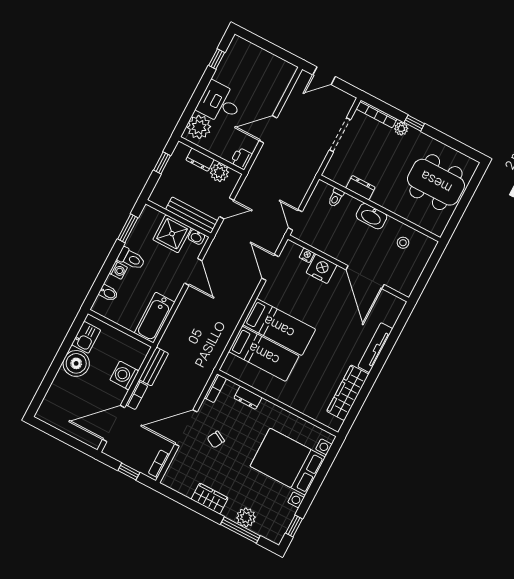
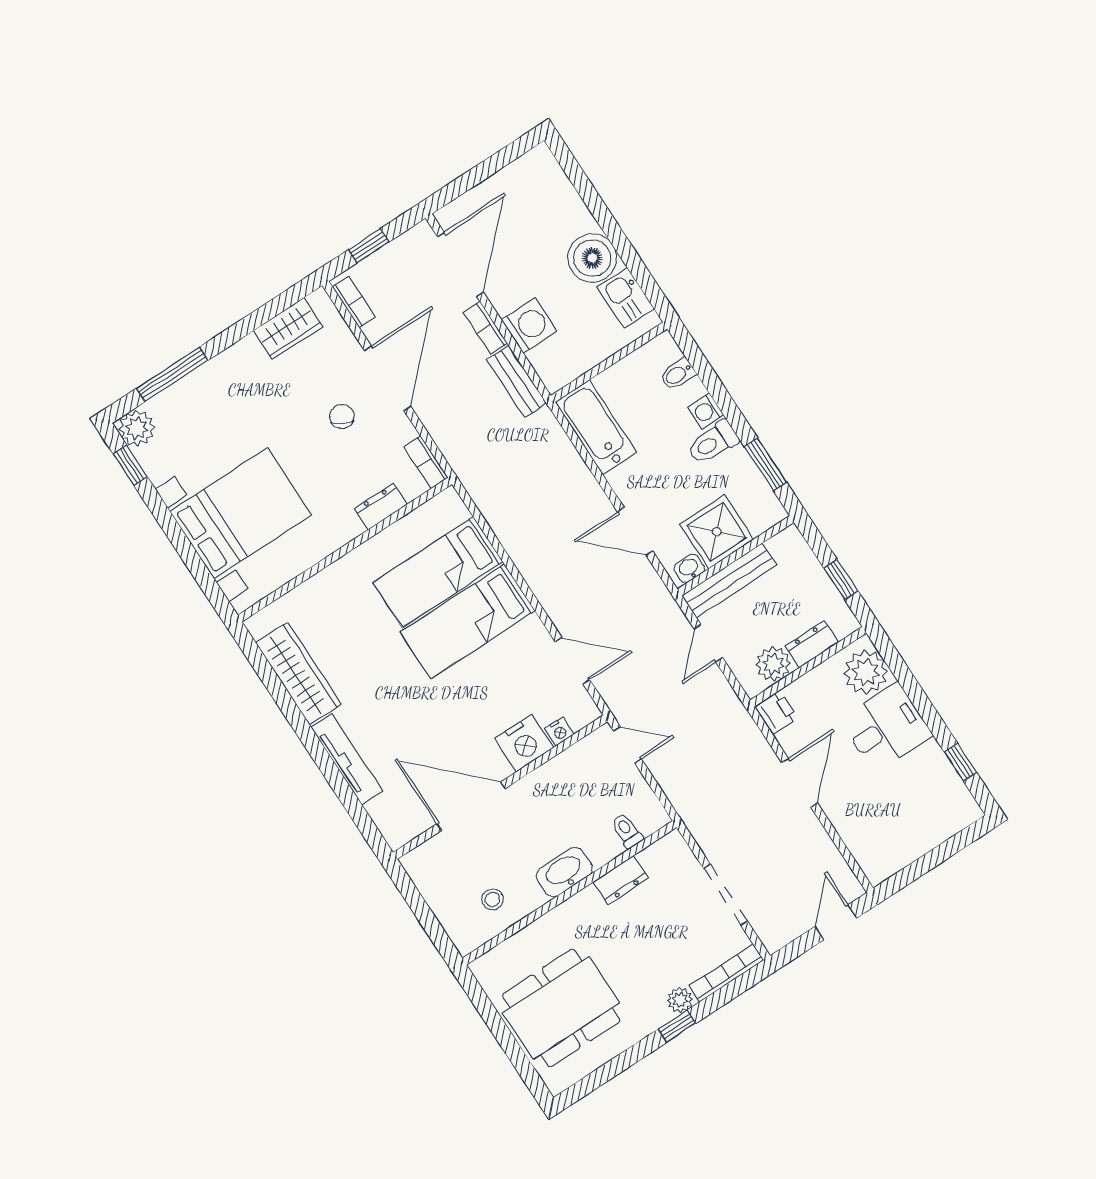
wardrobe: (210, 499) -> (288, 329), moved
plant: (246, 517) -> (137, 428), moved

